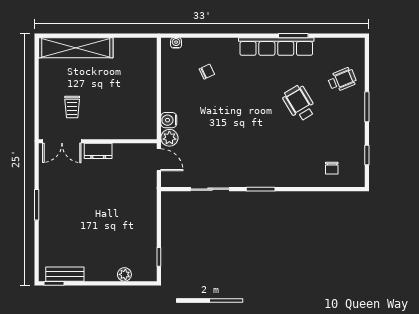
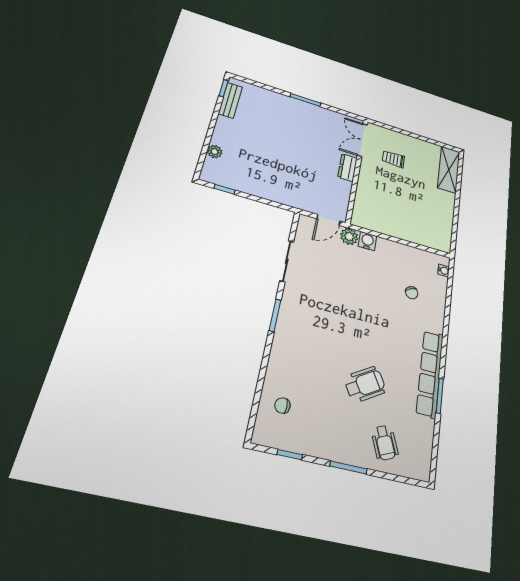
shelving: (76, 48) -> (449, 170), width x0.68

